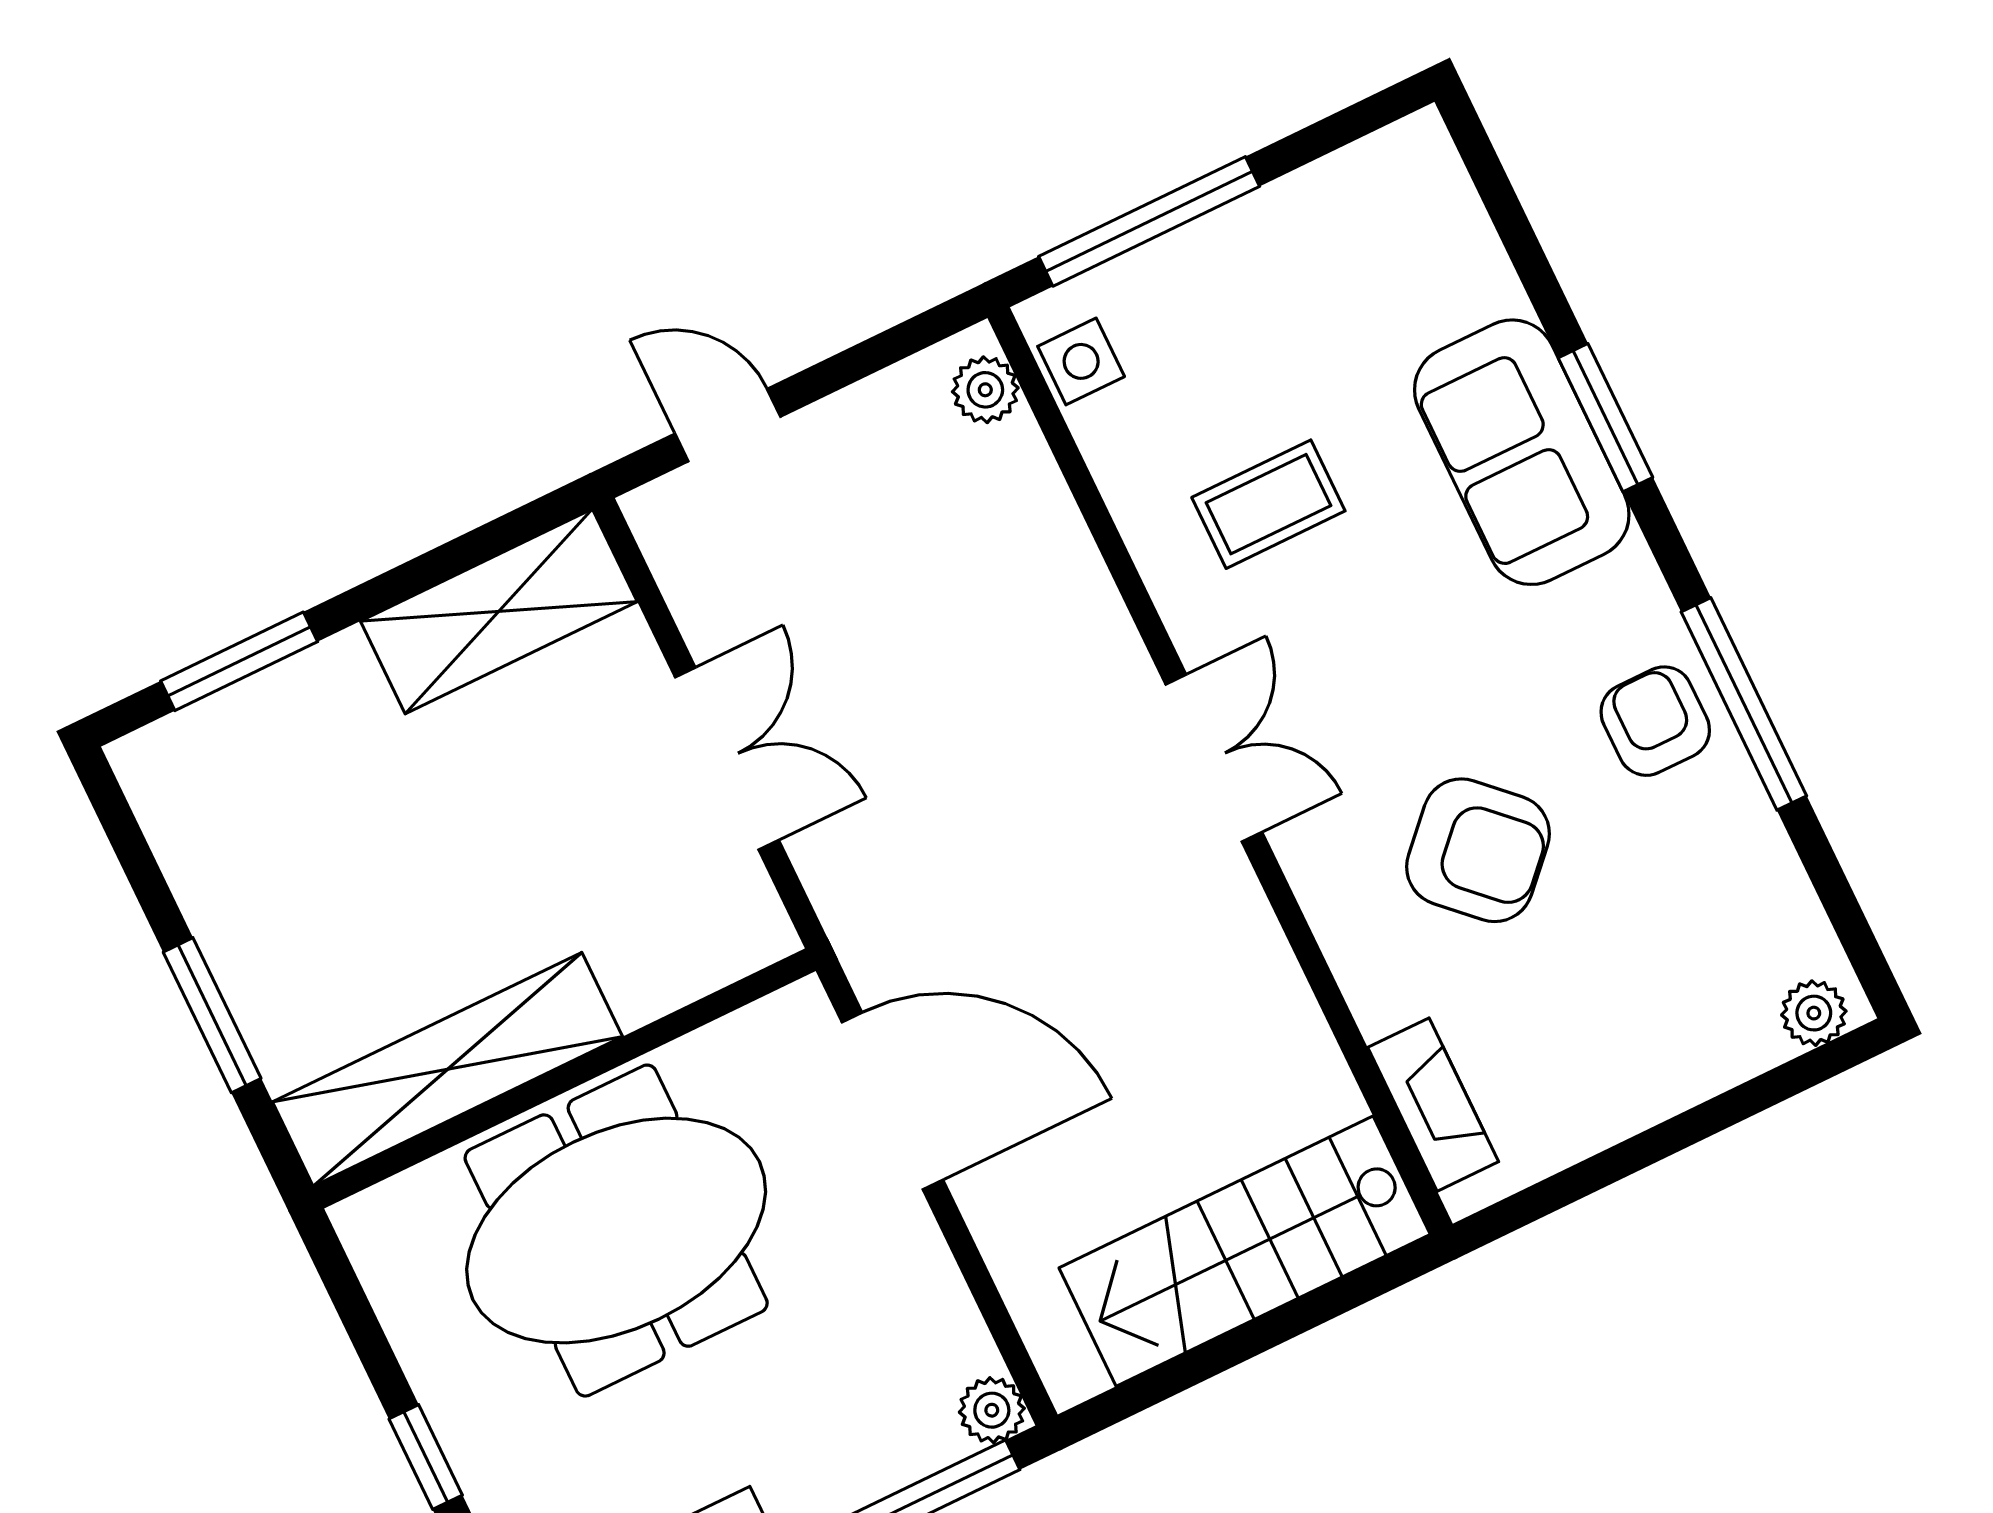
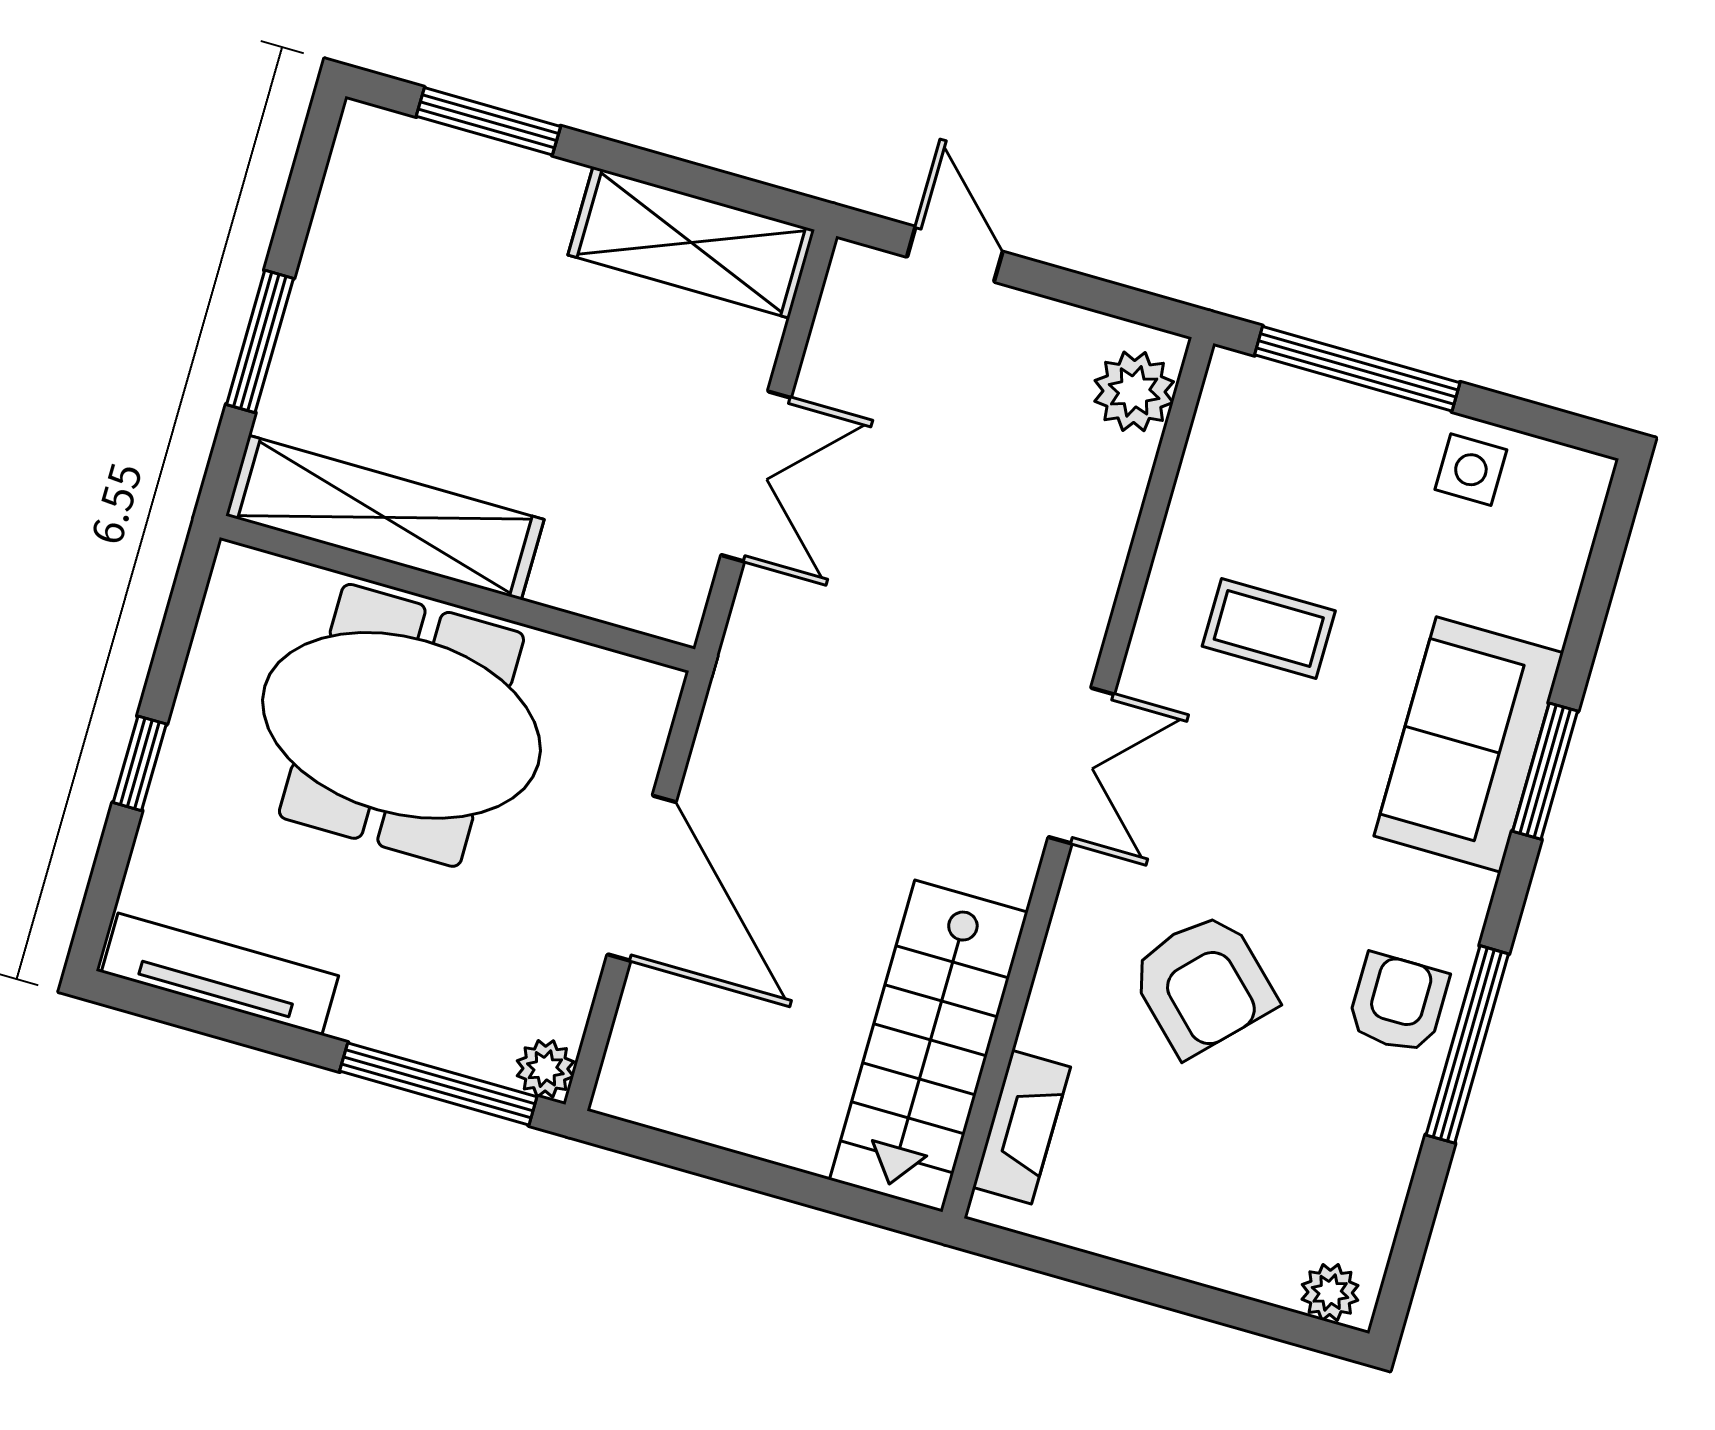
side table: (1081, 361) -> (1471, 470), moved
plant: (985, 390) -> (1134, 391), width x1.38, depth x1.38
door: (892, 1101) -> (642, 878), moved
stairs: (1245, 1251) -> (929, 1046), moved, turned -90

